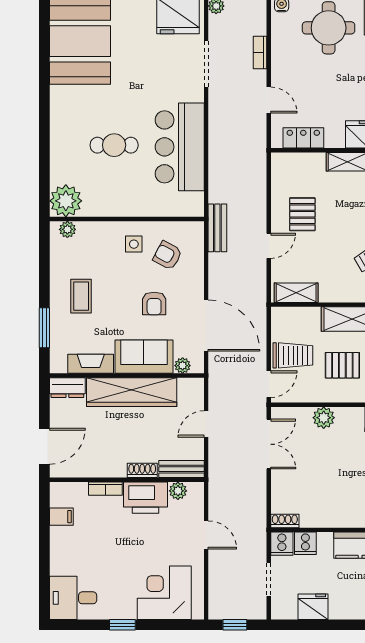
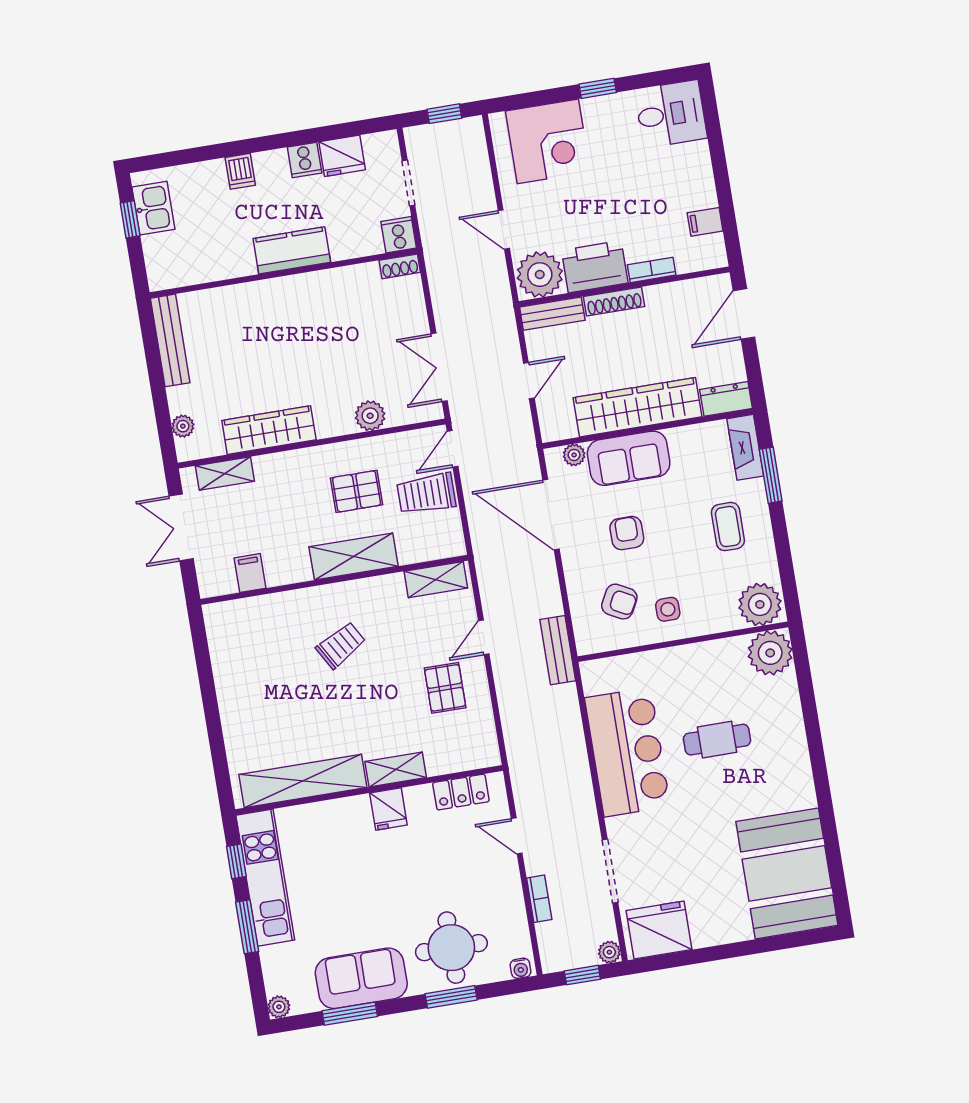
plant: (67, 229) -> (760, 604), width x1.88, depth x1.88
fireplace: (91, 364) -> (745, 447), moved, turned 90
shoe rack: (142, 470) -> (614, 301), width x1.43
plant: (178, 491) -> (540, 275), width x1.87, depth x1.87
cooker: (305, 543) -> (305, 160), moved, turned 180

